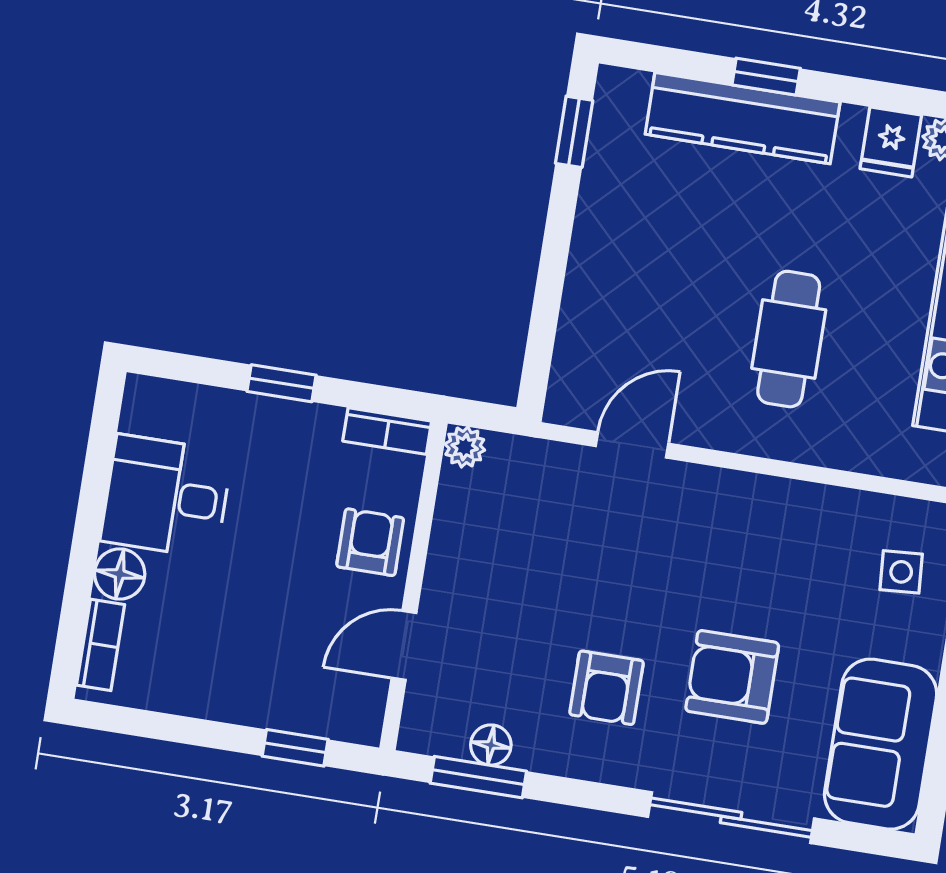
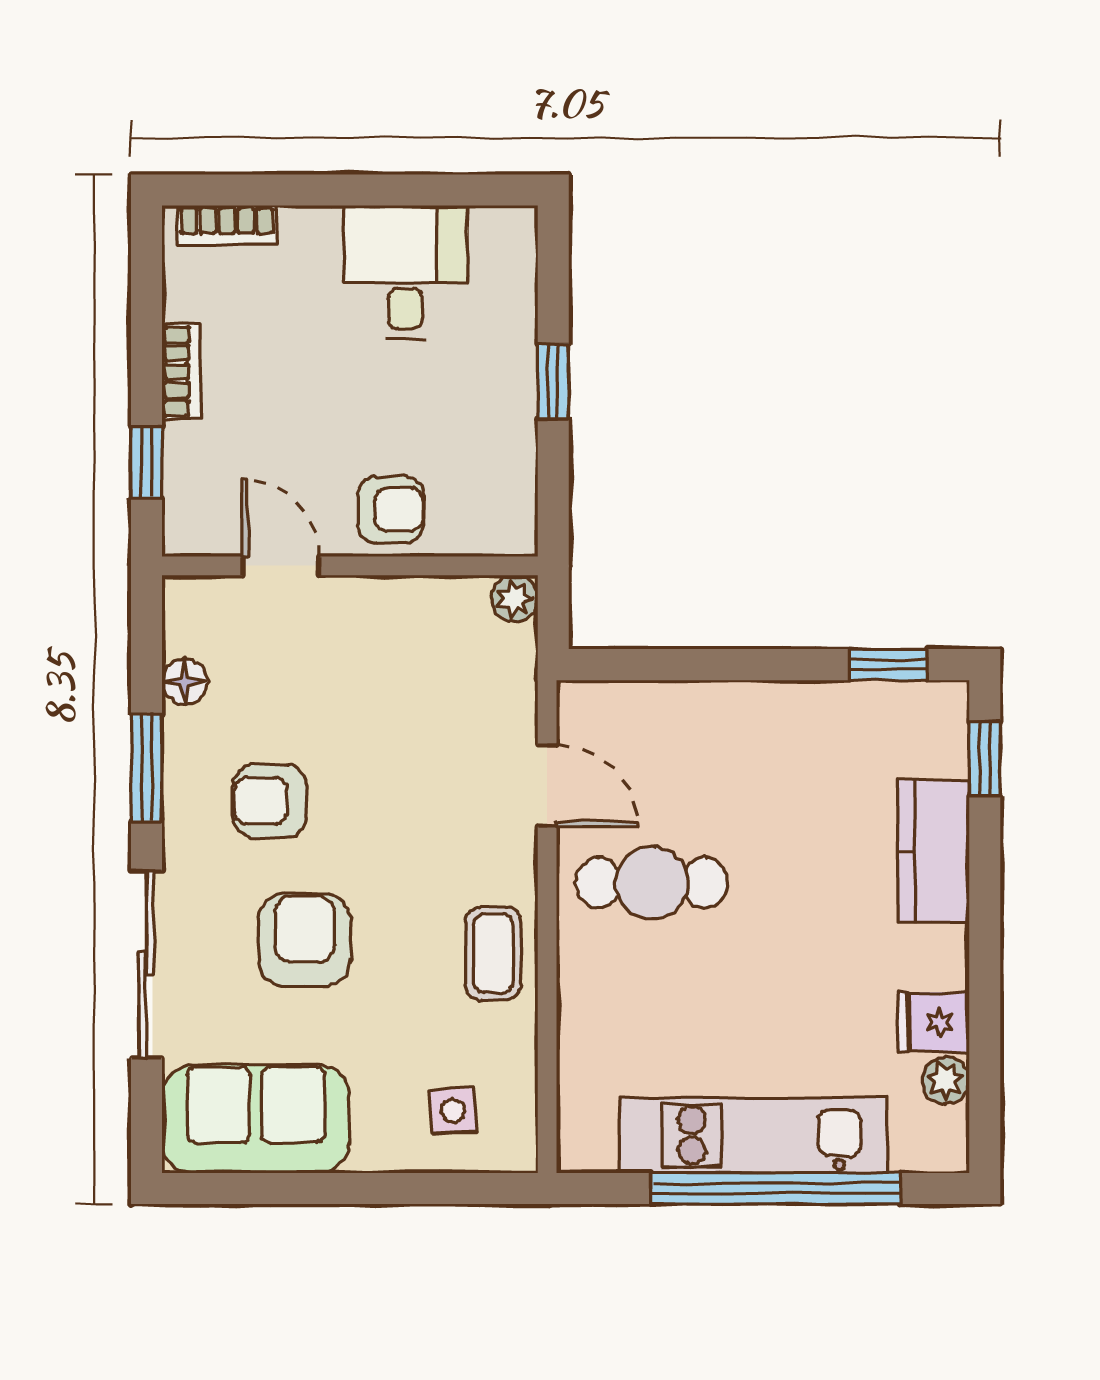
window: (766, 77) -> (985, 759), moved
kitchen counter: (743, 118) -> (934, 851), width x0.67
cafe table: (789, 339) -> (652, 883), moved
bookcase: (387, 431) -> (181, 372), moved, turned 180
coffee table: (770, 515) -> (493, 953), added
floor lamp: (120, 574) -> (310, 234), removed
window: (478, 777) -> (146, 768), moved

